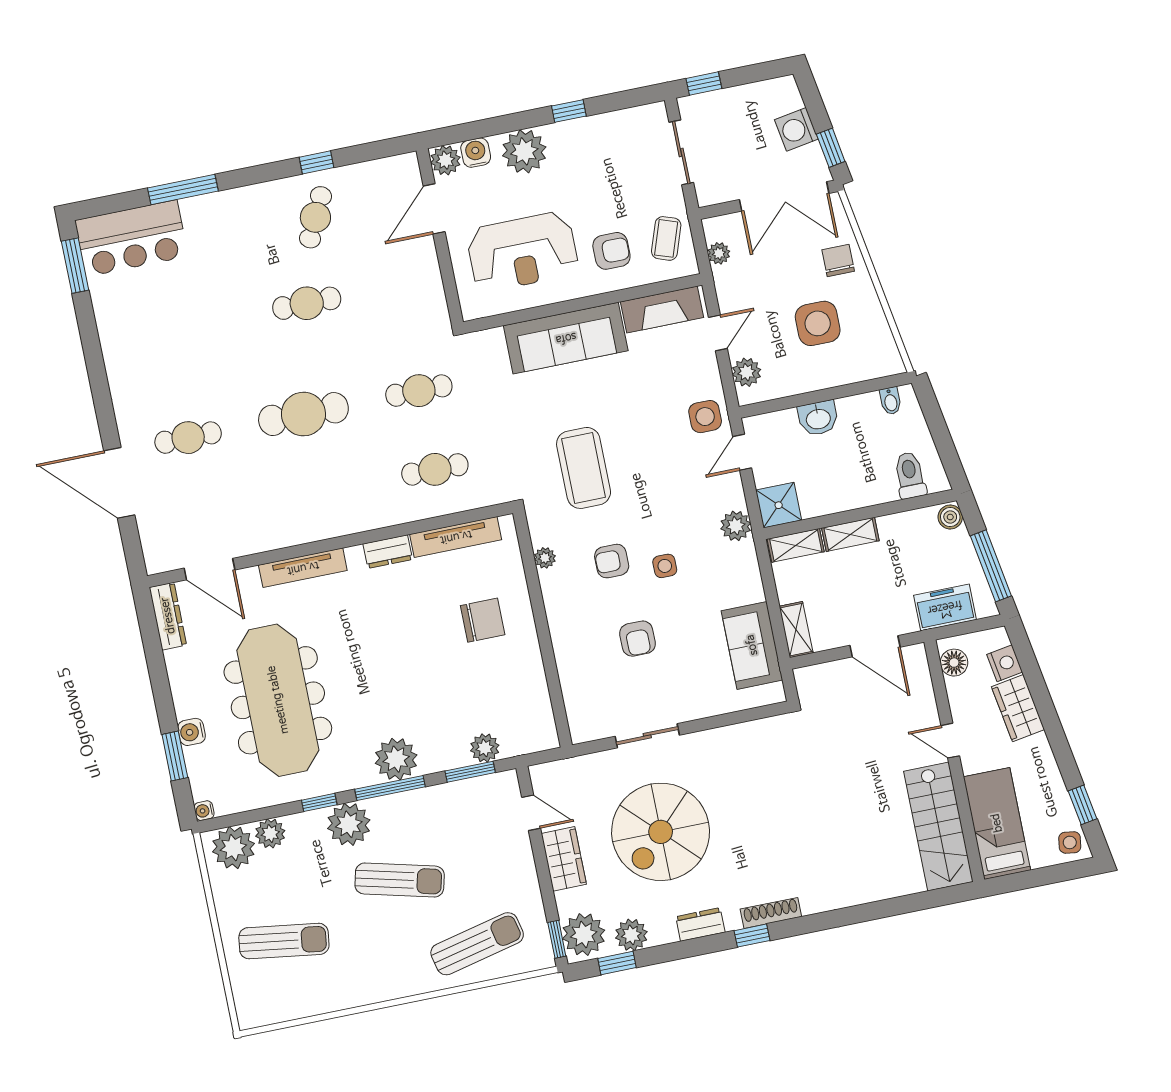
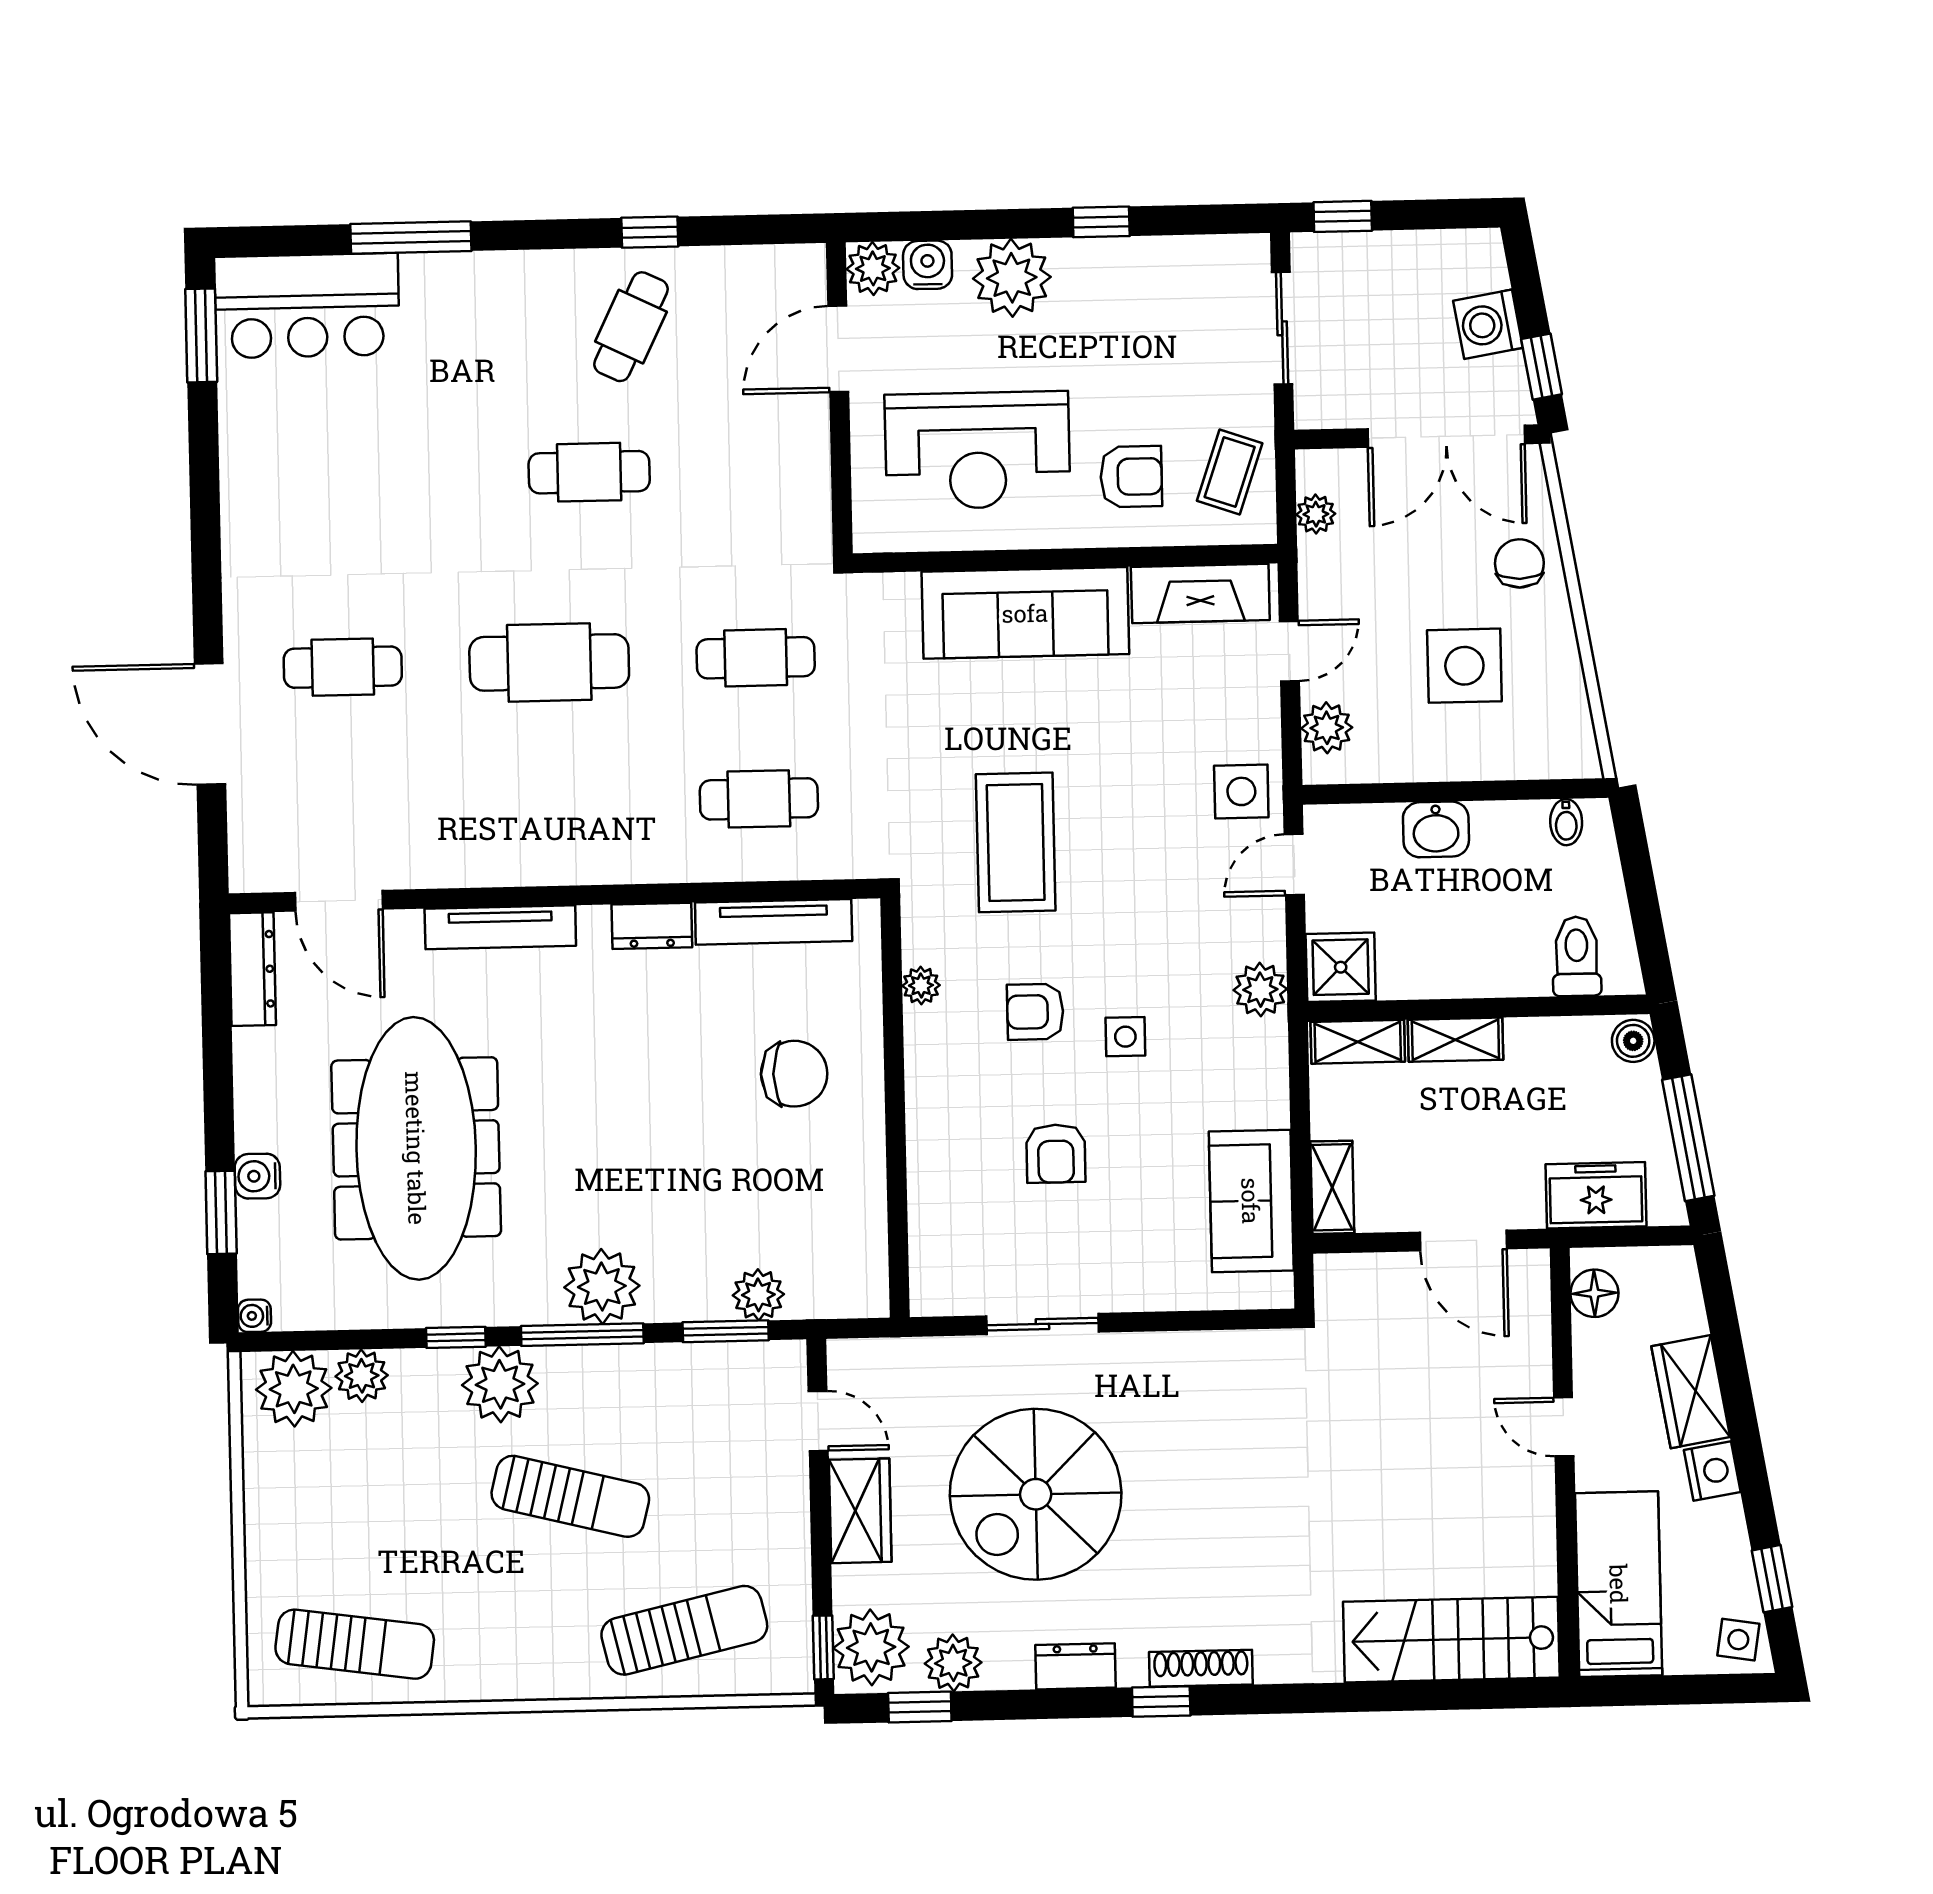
nightstand: (1005, 663) -> (1712, 1471), moved
stairs: (938, 827) -> (1451, 1640), moved, turned 90
sun lounger: (284, 941) -> (355, 1644), moved

